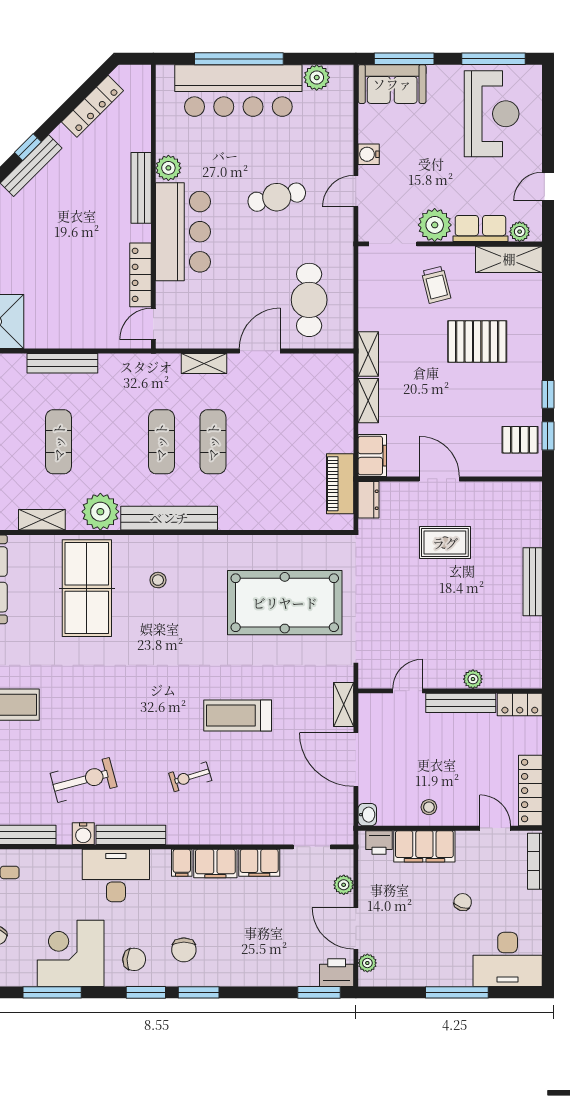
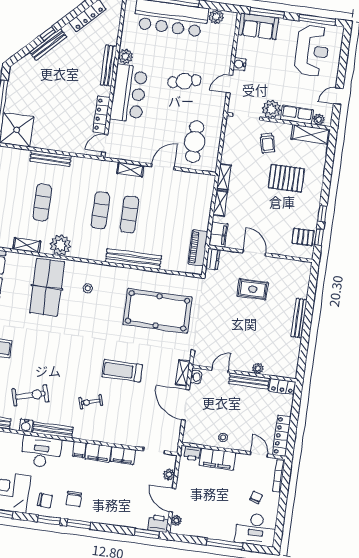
bench: (169, 518) -> (133, 259), moved
washbasin: (367, 815) -> (196, 377), moved
chair: (463, 902) -> (256, 497), moved

